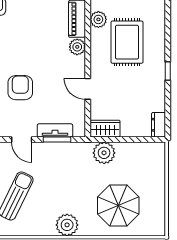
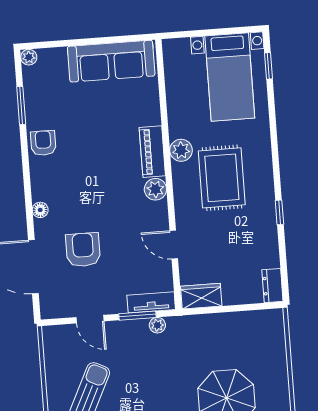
tv unit: (55, 130) -> (151, 302), moved
plant: (104, 153) -> (157, 325), moved, width x0.53, depth x0.53

